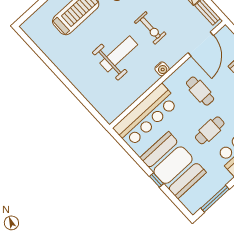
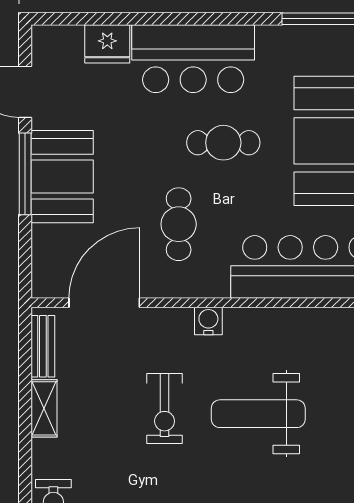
exercise bike: (150, 28) -> (165, 409), turned 180

